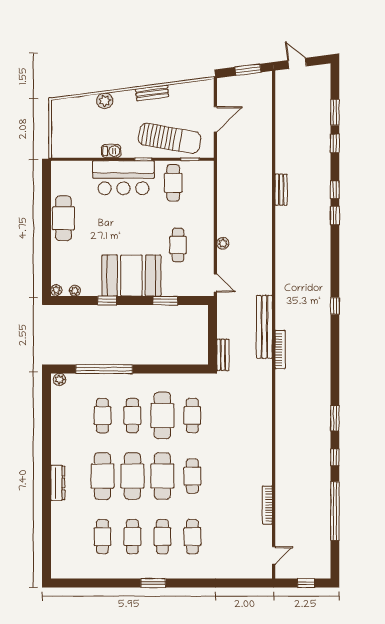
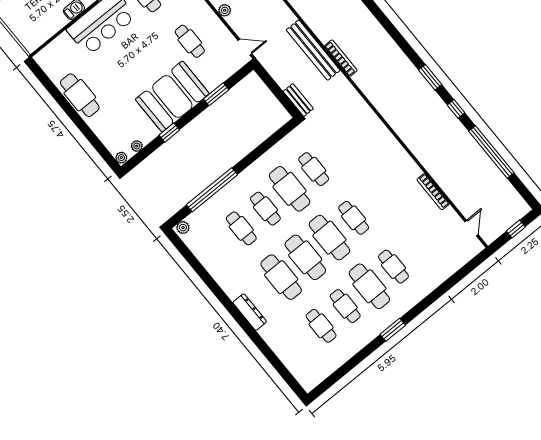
cafe table: (162, 537) -> (369, 286), width x1.37, depth x1.35

